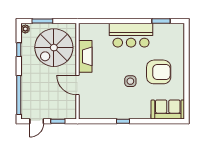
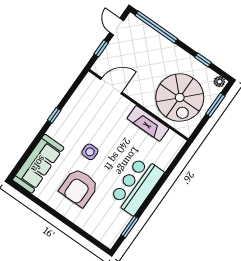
spiral stairs: (54, 48) -> (180, 98), turned 180
door: (78, 85) -> (111, 86), moved
sofa: (168, 109) -> (38, 164), width x1.36

